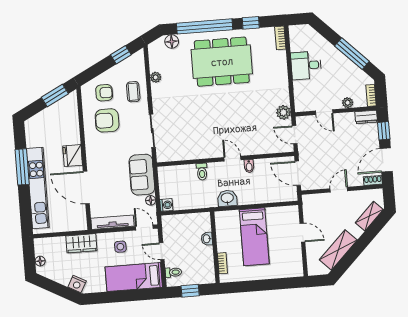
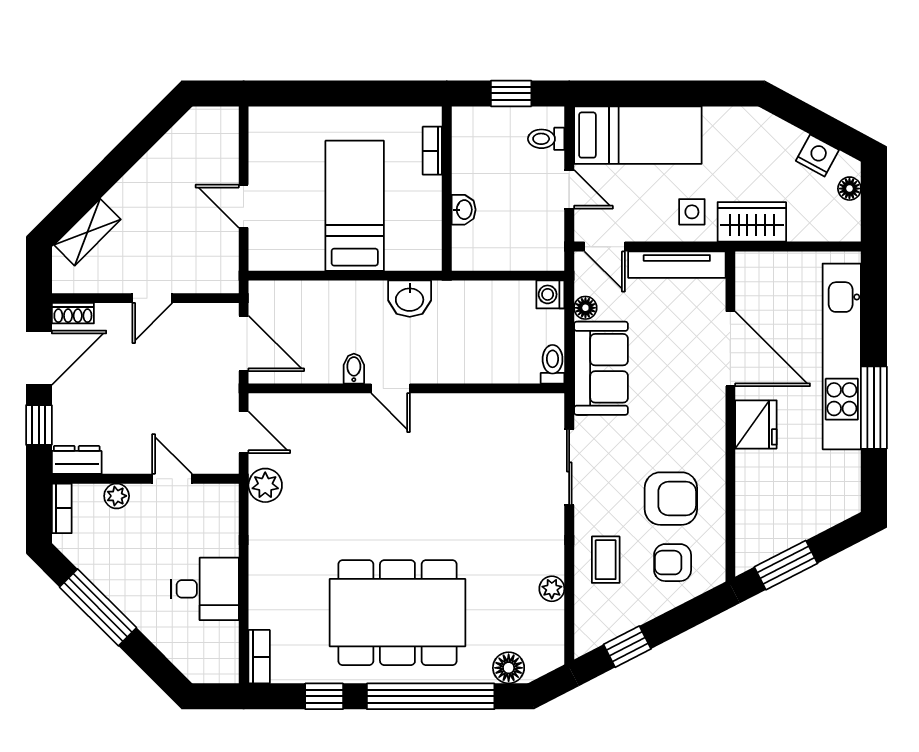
toilet: (202, 172) -> (553, 364), moved
side table: (120, 247) -> (692, 212), moved
shelving: (338, 250) -> (165, 160), removed
nightstand: (77, 284) -> (817, 155), moved

